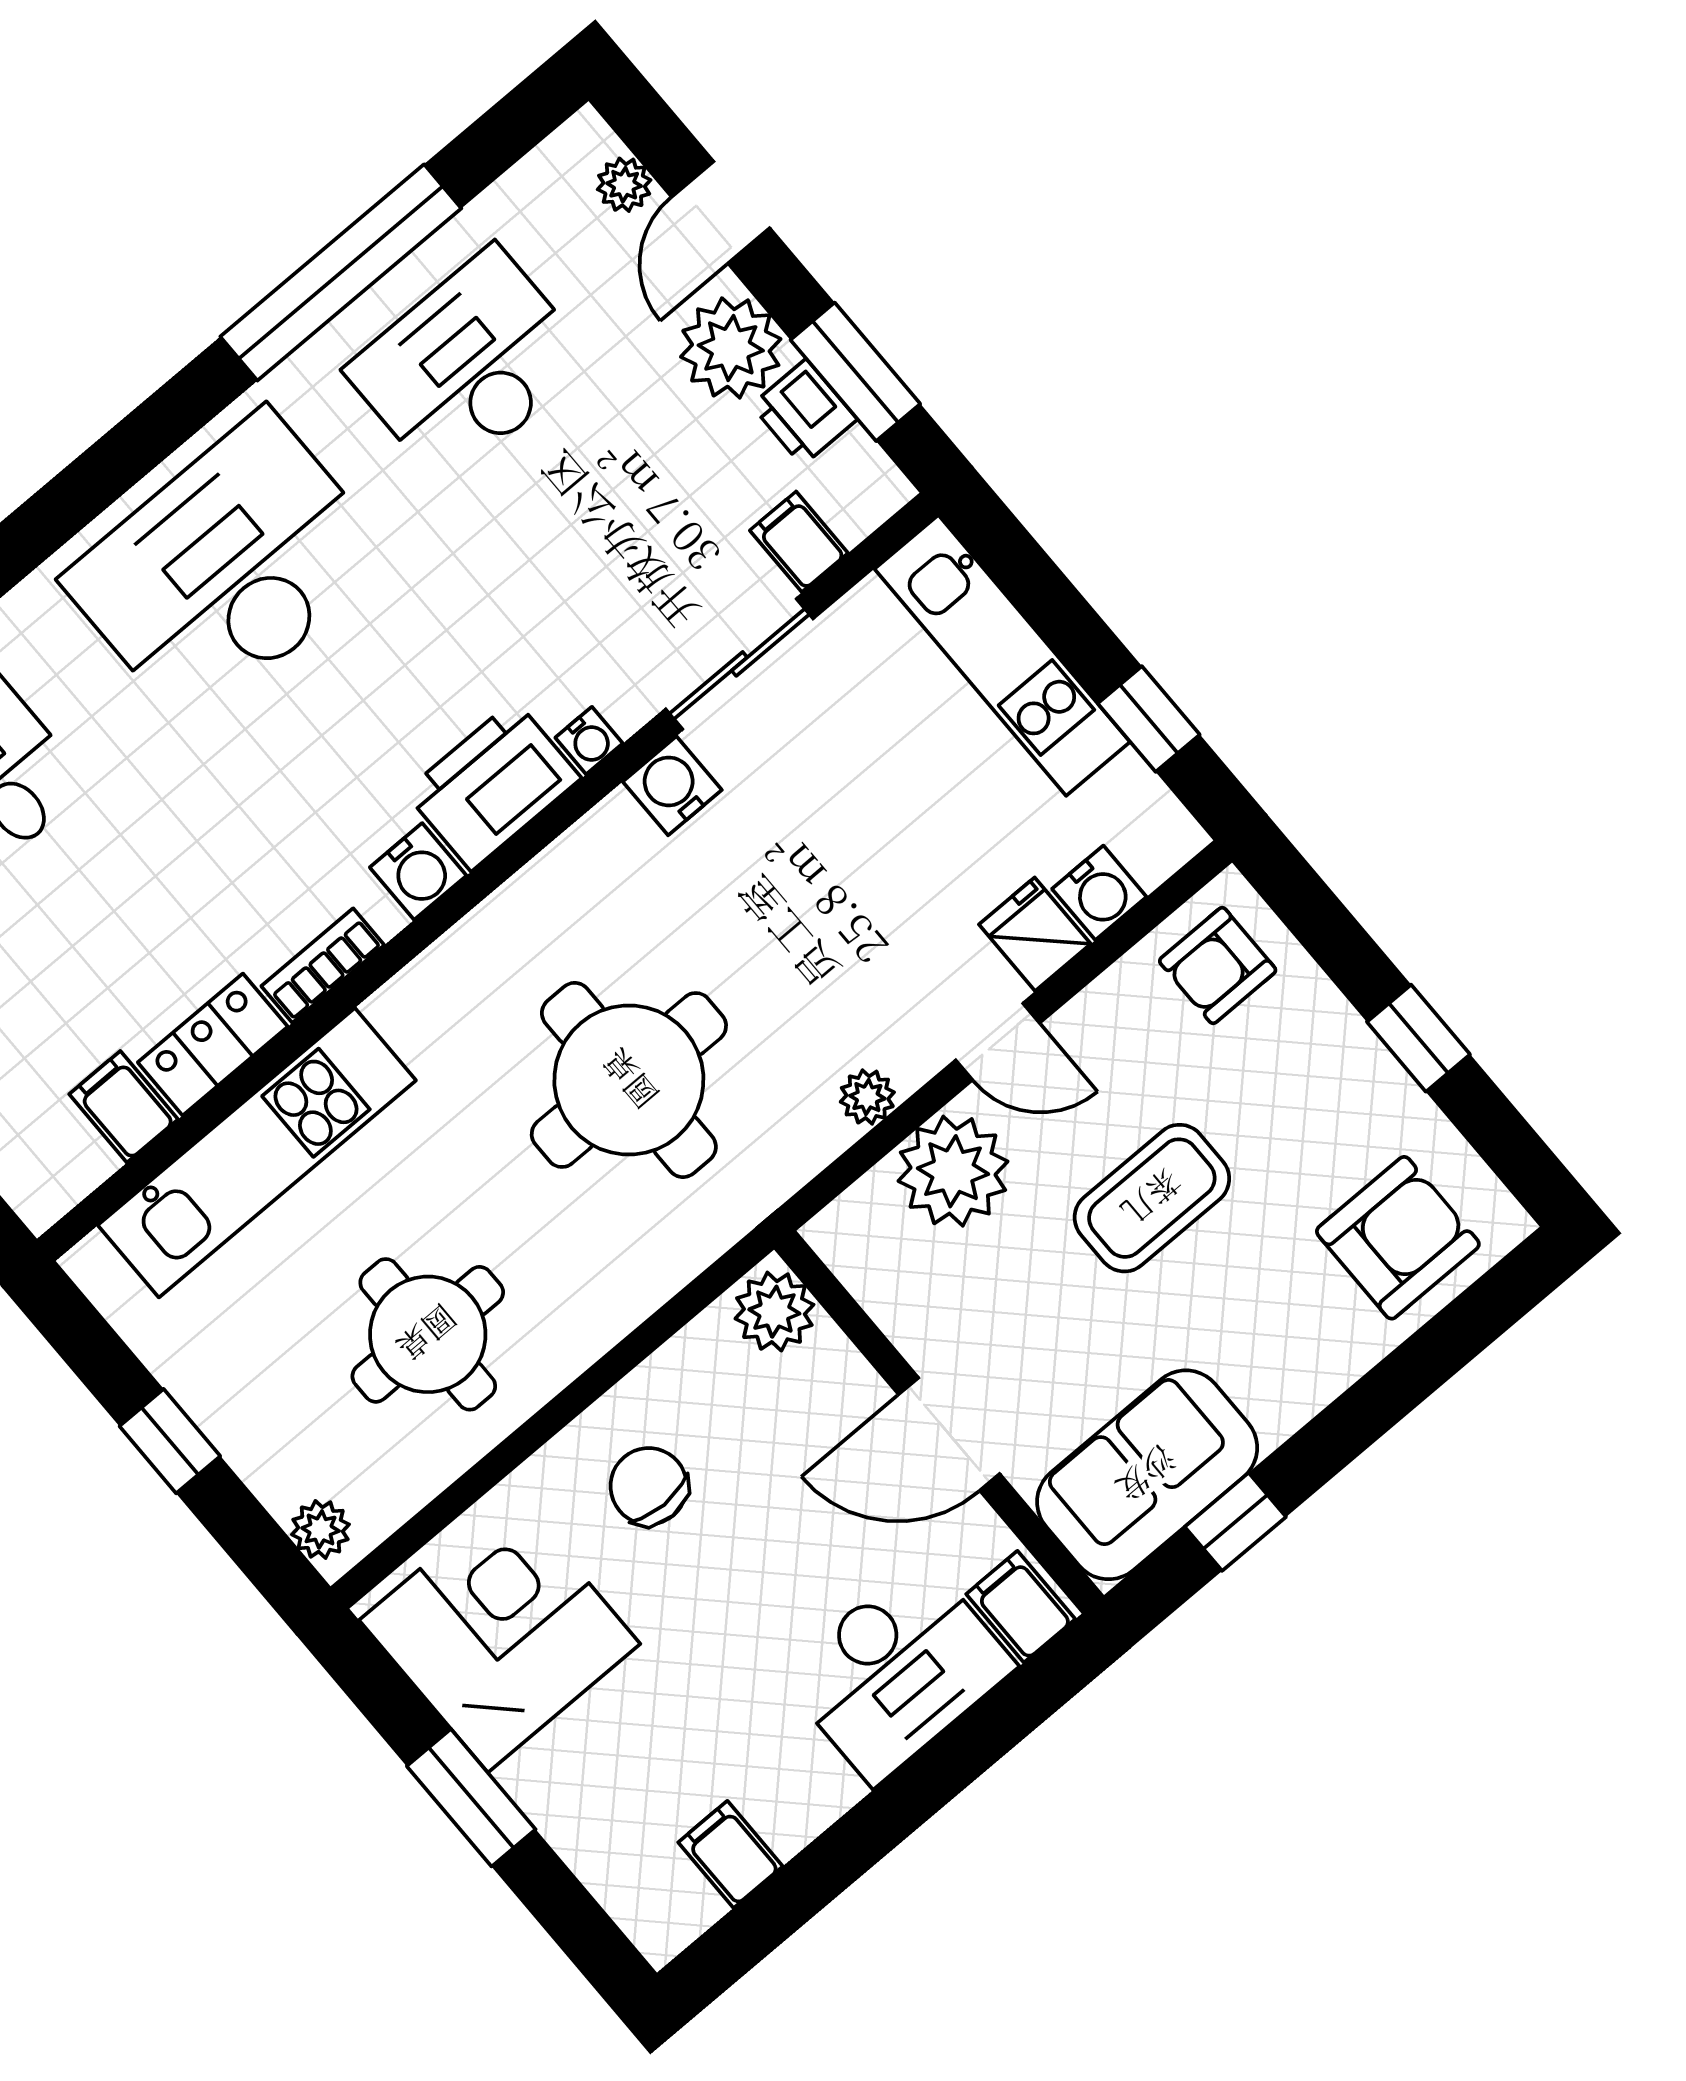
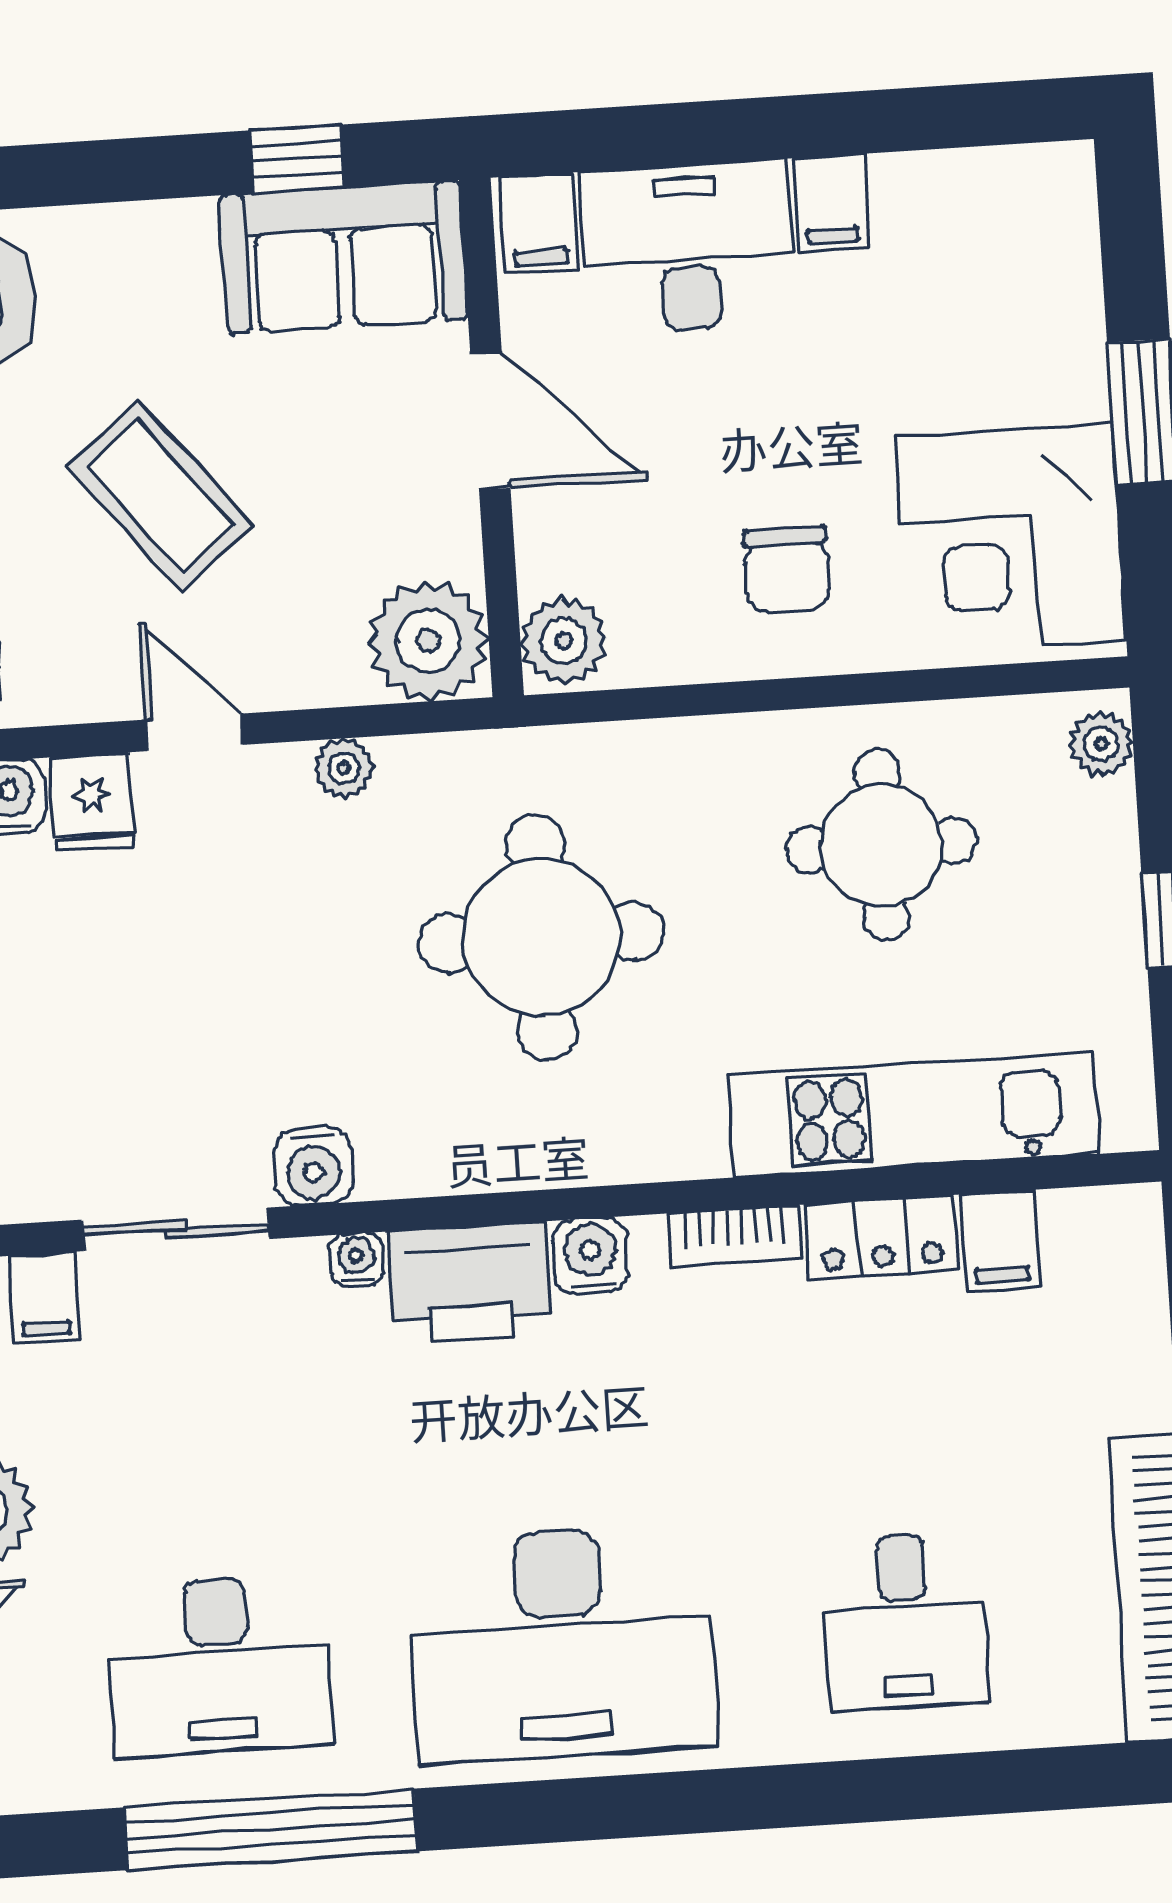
plant: (953, 1171) -> (428, 641), moved
coffee table: (1152, 1198) -> (160, 496), turned 51
filing cabinet: (730, 1854) -> (831, 203), moved

